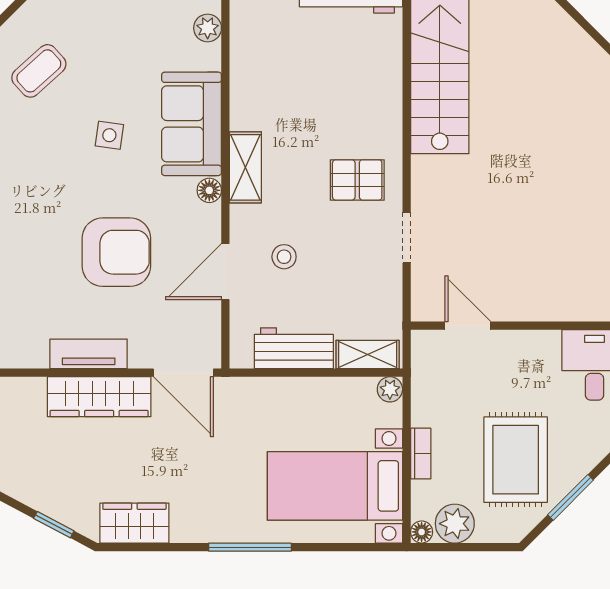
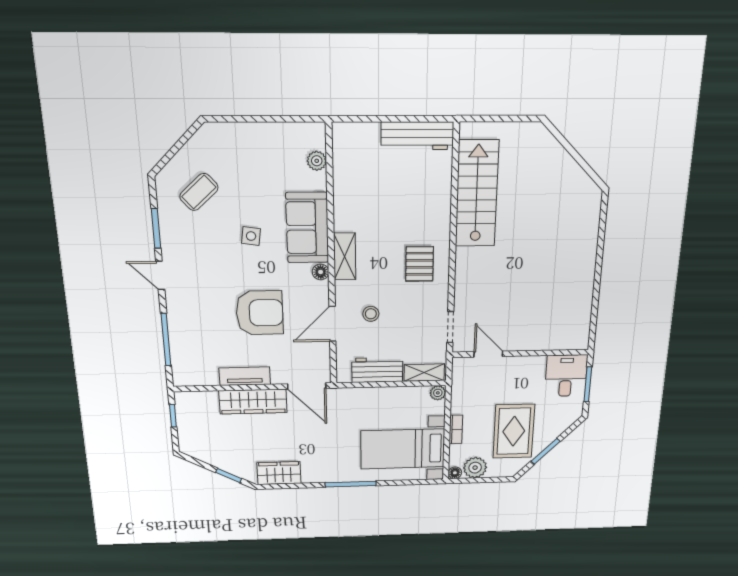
pallet: (357, 180) -> (420, 264), turned 90
doorway: (407, 238) -> (450, 327), moved

